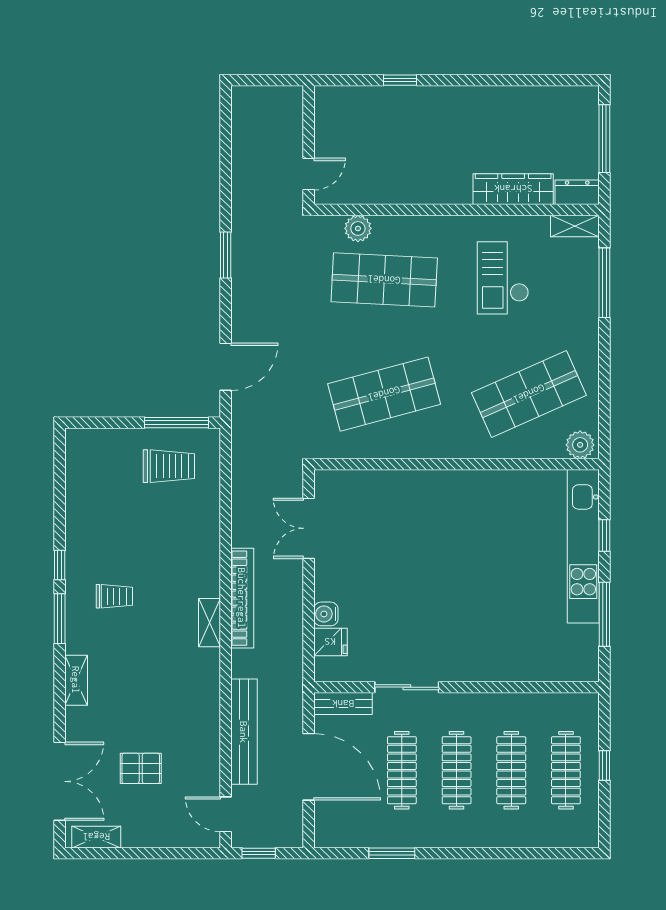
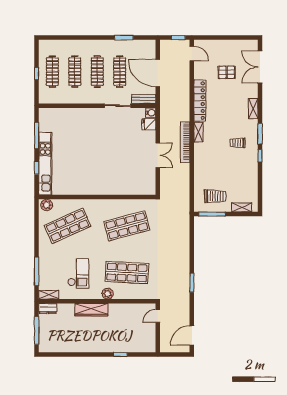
wardrobe: (513, 189) -> (91, 310), moved
plant: (358, 228) -> (108, 294), moved
door: (226, 367) -> (192, 335), moved
trolley: (169, 466) -> (215, 196), turned 180
double door: (309, 528) -> (158, 155), moved
water cooler: (326, 614) -> (151, 113), moved
locker: (206, 699) -> (200, 101), added
bench: (244, 732) -> (184, 87), removed
shelving: (96, 837) -> (242, 207), moved

